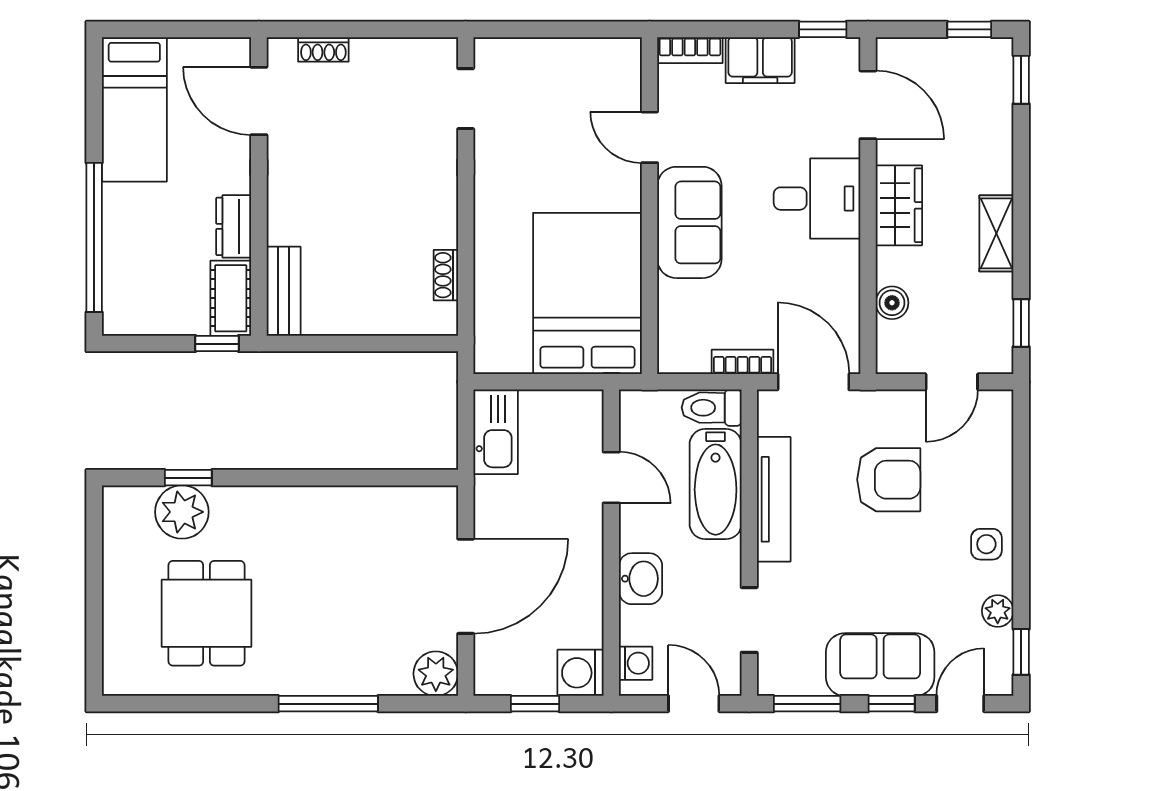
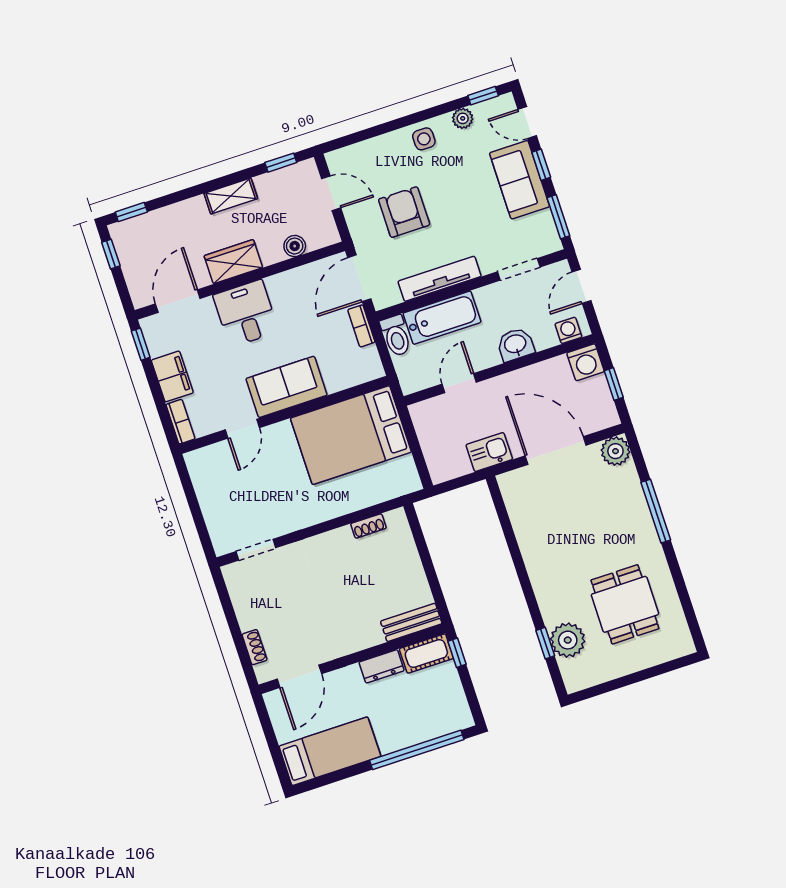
kitchen sink: (496, 432) -> (489, 452), moved, width x0.73
dining table: (207, 613) -> (625, 604), turned 90

